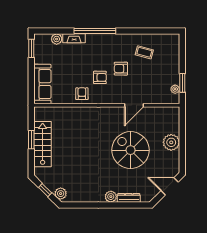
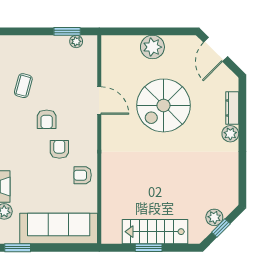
sofa: (42, 84) -> (59, 229), width x1.36, depth x1.27
plant: (61, 194) -> (214, 217), moved

